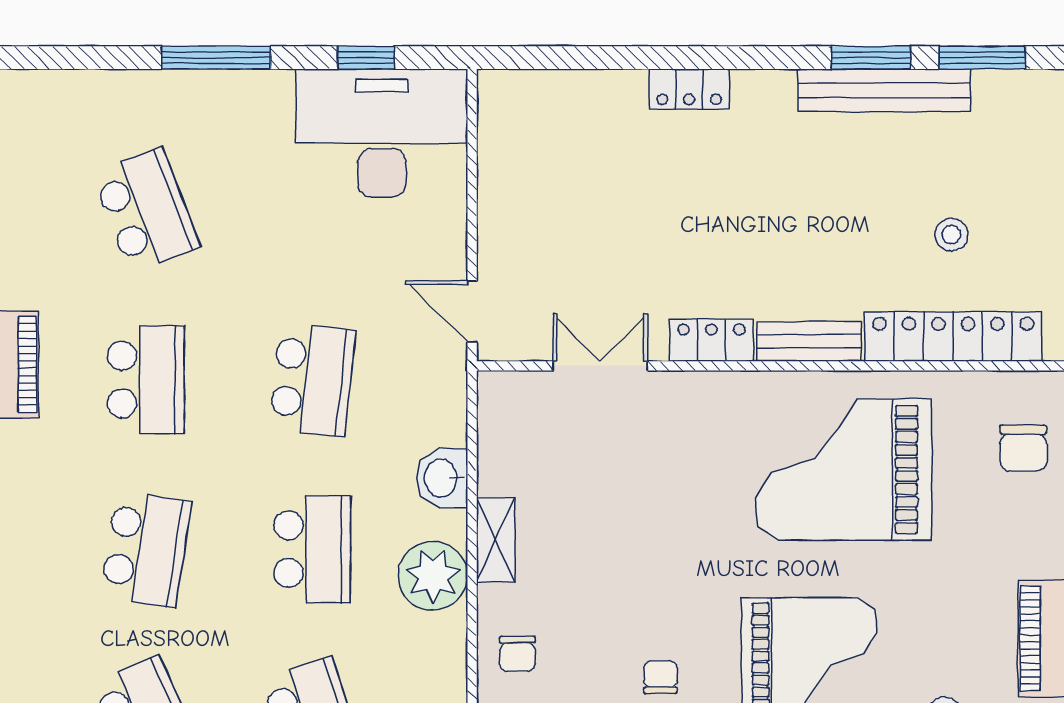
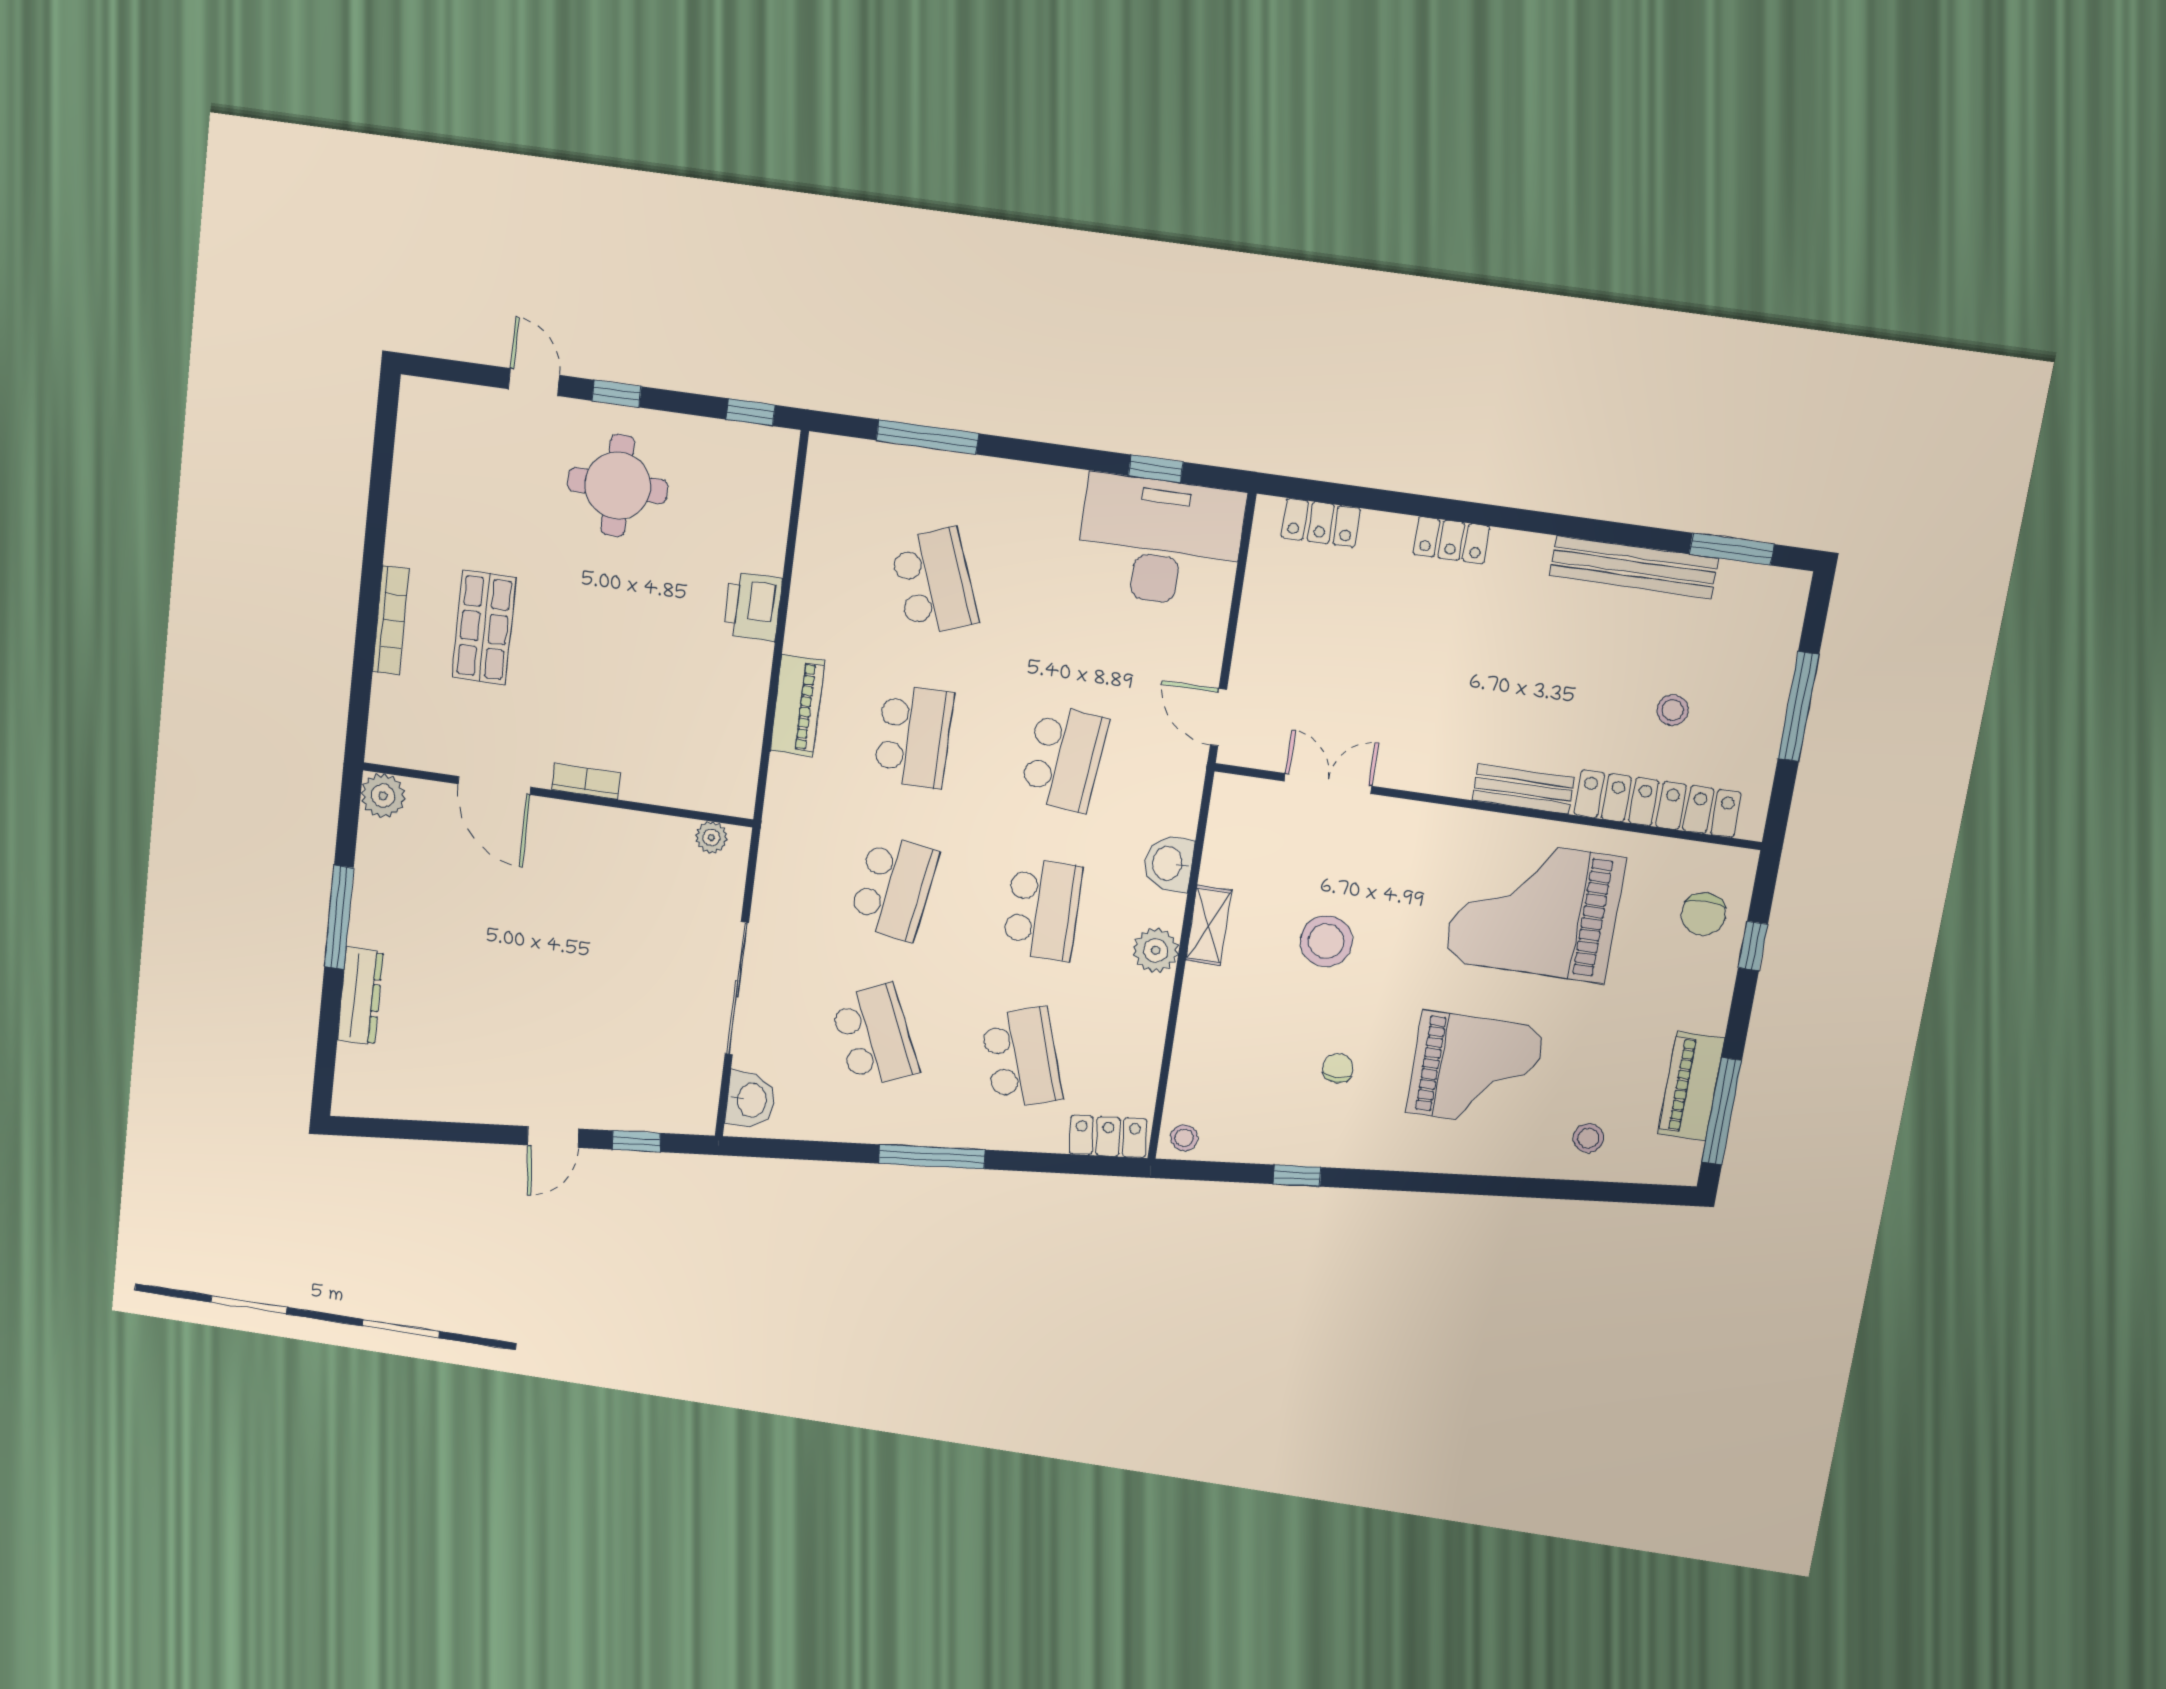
window: (216, 58) -> (927, 437), moved
window: (871, 58) -> (1627, 534), removed
locker: (711, 340) -> (1321, 523), moved, turned 180
stool: (626, 538) -> (1326, 941), added
plant: (433, 576) -> (1156, 950), width x0.73, depth x0.73
chair: (517, 654) -> (1213, 1029), removed

